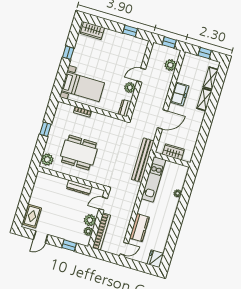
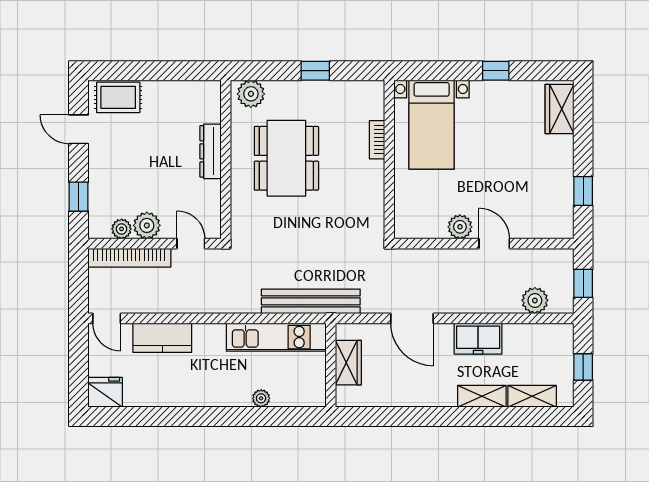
dresser: (125, 108) -> (412, 229), removed
dresser: (79, 188) -> (210, 151), moved

